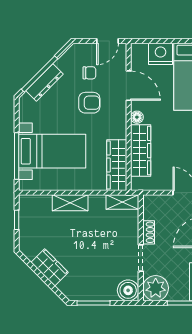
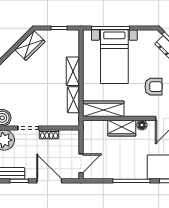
armchair: (89, 103) -> (153, 87), turned -90
wardrobe: (141, 151) -> (122, 128), width x0.67
shelving: (122, 202) -> (73, 100), moved
wardrobe: (50, 267) -> (30, 46), moved

